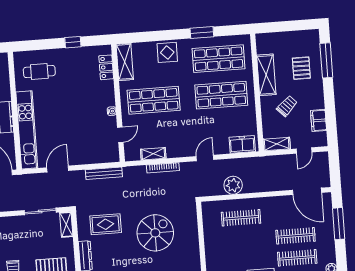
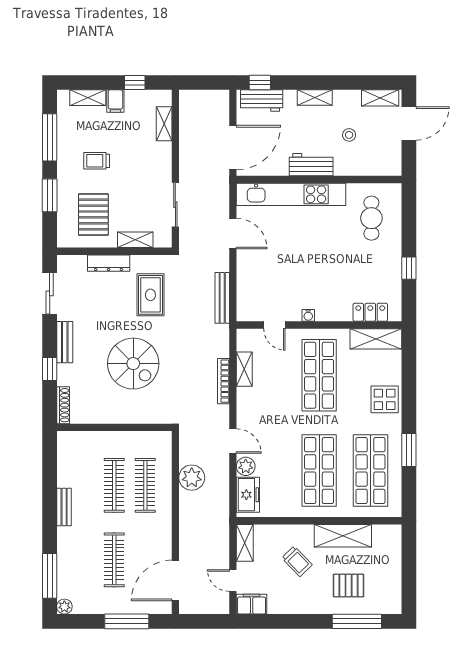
filing cabinet: (319, 120) -> (252, 604), moved
plant: (222, 147) -> (246, 466), added
shelving: (66, 225) -> (135, 240), moved
clothes rail: (297, 258) -> (114, 485), moved

